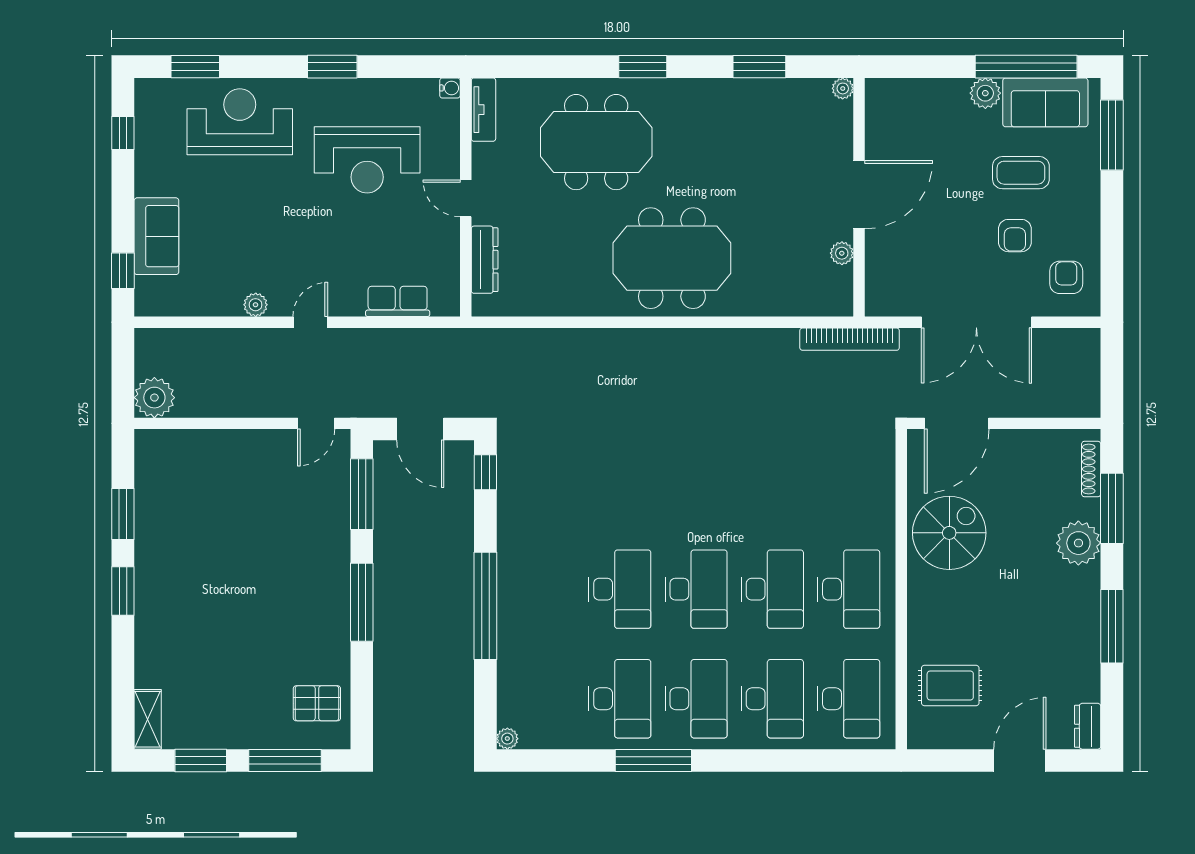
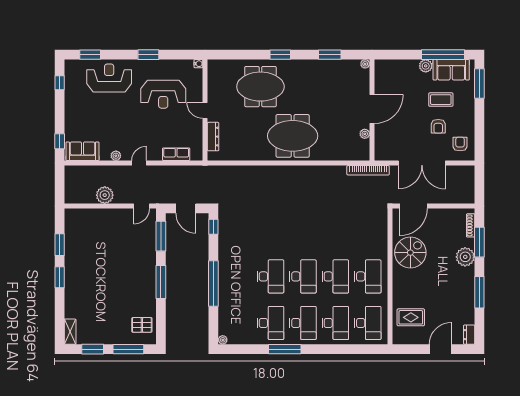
tv unit: (483, 110) -> (213, 73), removed
sofa: (156, 236) -> (82, 151), moved, turned -90
plant: (154, 398) -> (105, 195), moved

